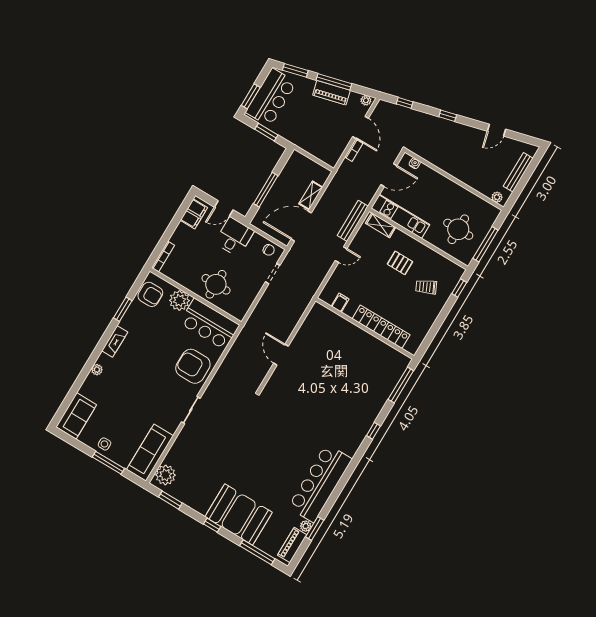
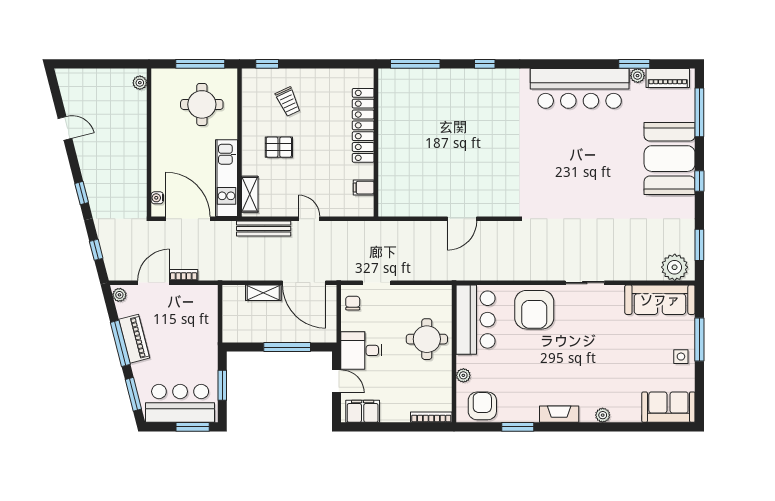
bench: (518, 172) -> (98, 76), removed
door: (389, 175) -> (188, 219), width x1.36
pallet: (400, 263) -> (279, 147), turned 90
plant: (179, 300) -> (463, 375), width x0.53, depth x0.53

